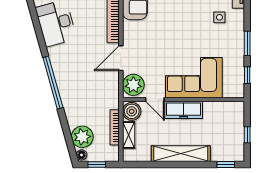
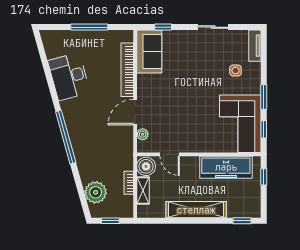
corner sofa: (194, 78) -> (240, 124), moved, turned -90
plant: (133, 85) -> (143, 134), width x0.53, depth x0.53
freezer: (184, 110) -> (226, 167), moved, width x1.36, depth x1.26
bookcase: (115, 127) -> (129, 183), width x0.64
window: (247, 135) -> (264, 177), moved
floor lamp: (82, 155) -> (95, 211), removed

